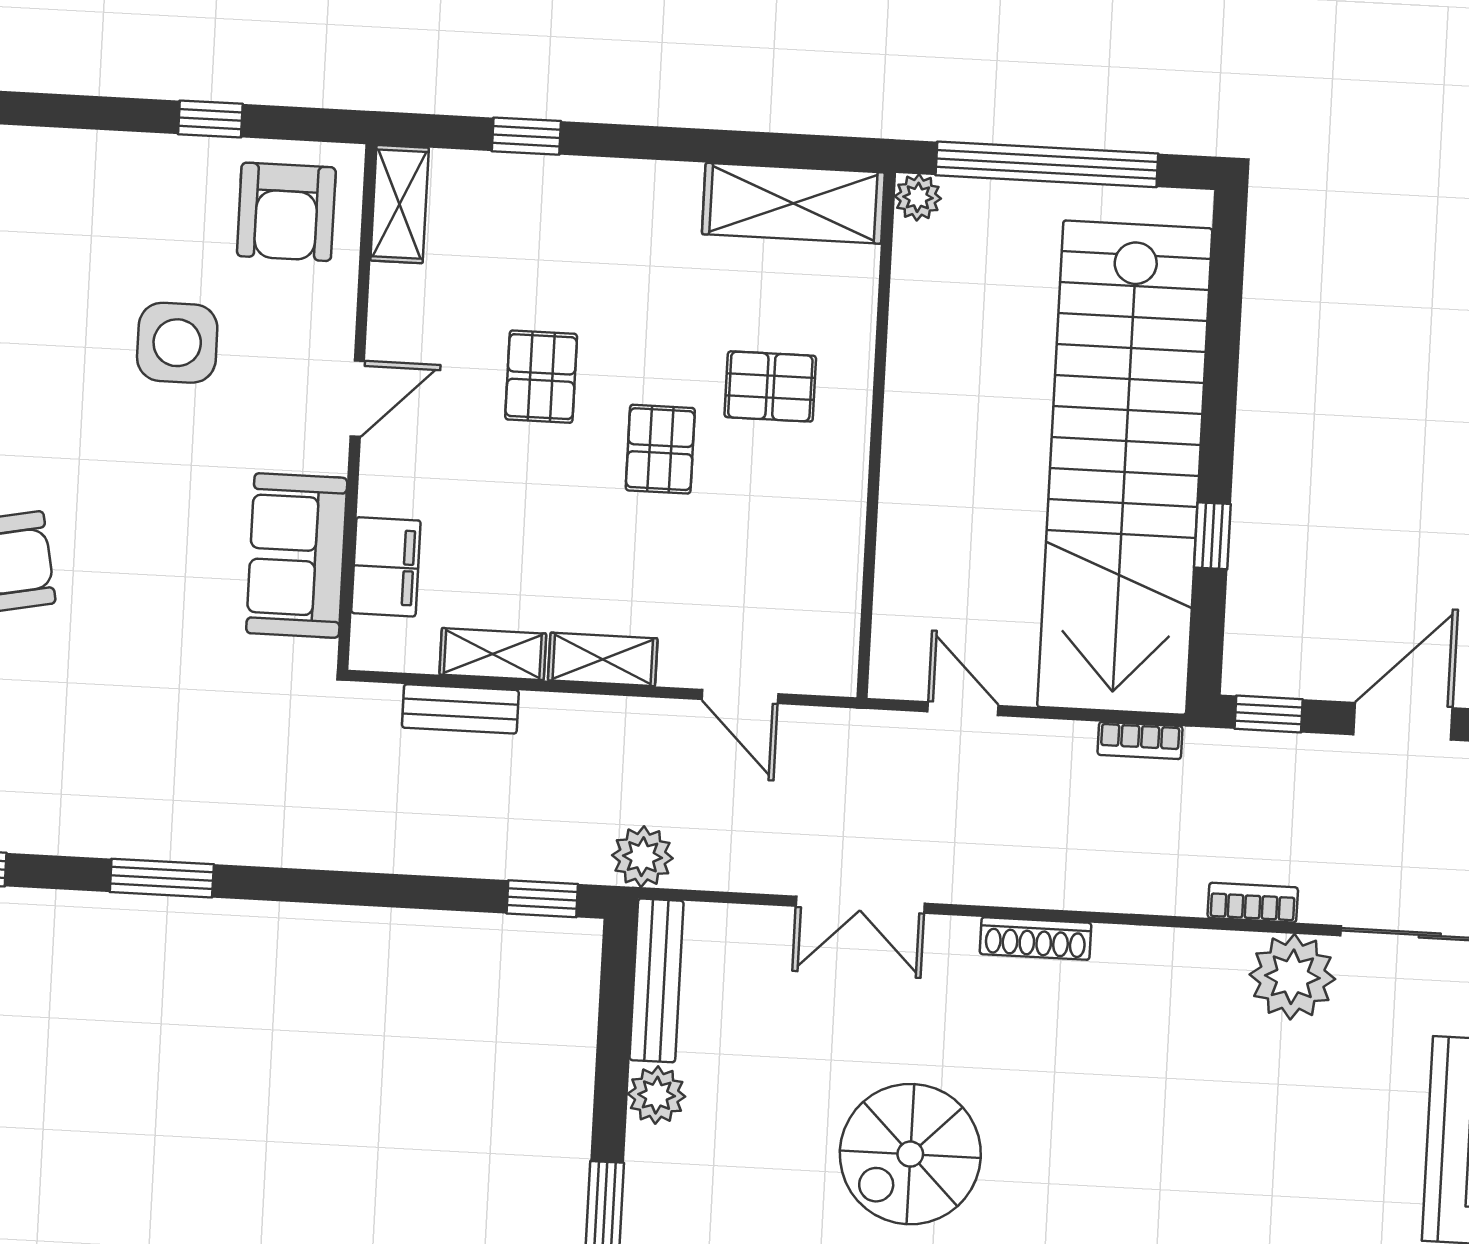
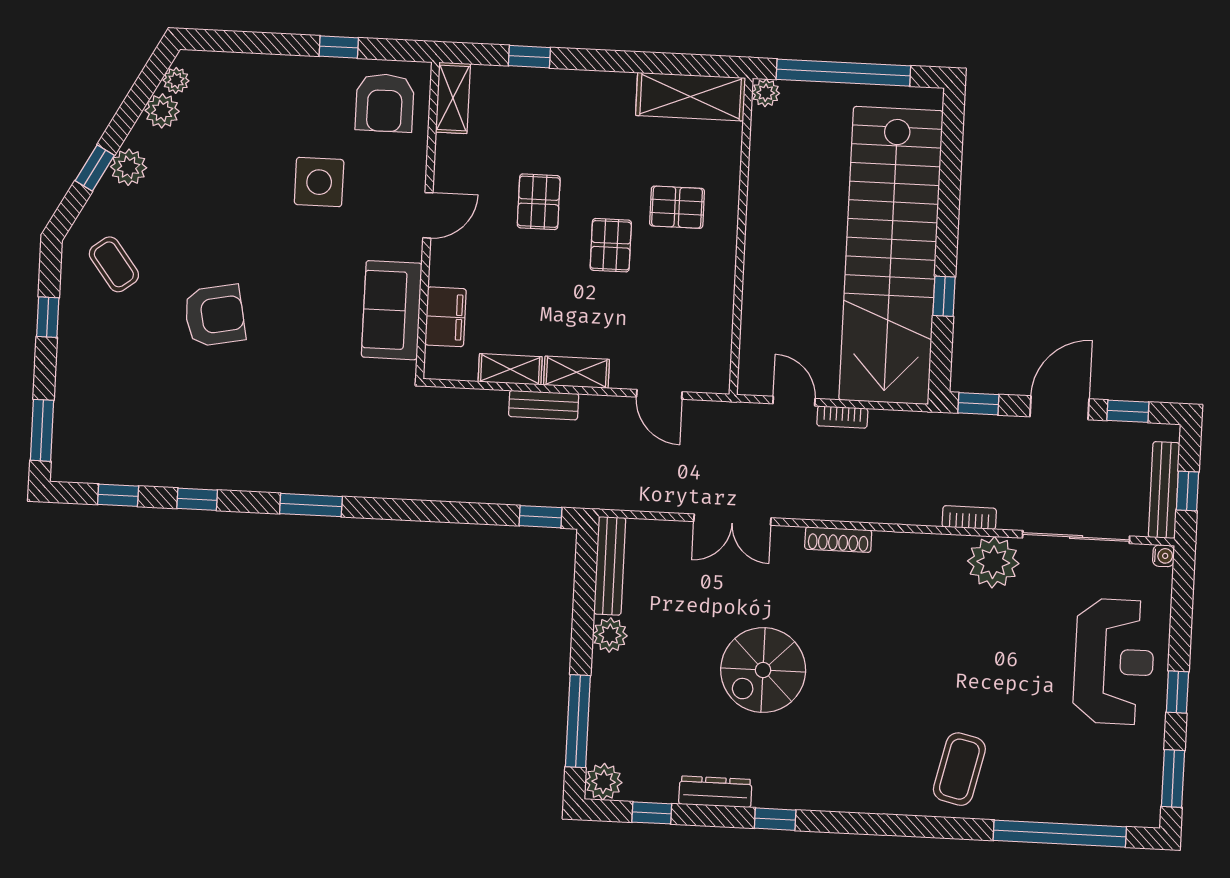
bench: (460, 709) -> (544, 405), moved
bookcase: (1140, 741) -> (842, 417), moved
plant: (642, 857) -> (601, 491), removed

